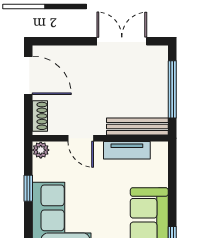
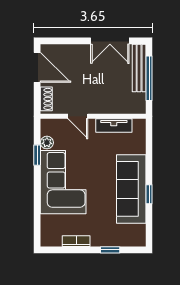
double door: (122, 41) -> (110, 41), swing flipped
bench: (137, 126) -> (139, 68), moved, turned 90
plant: (41, 150) -> (47, 143), moved

